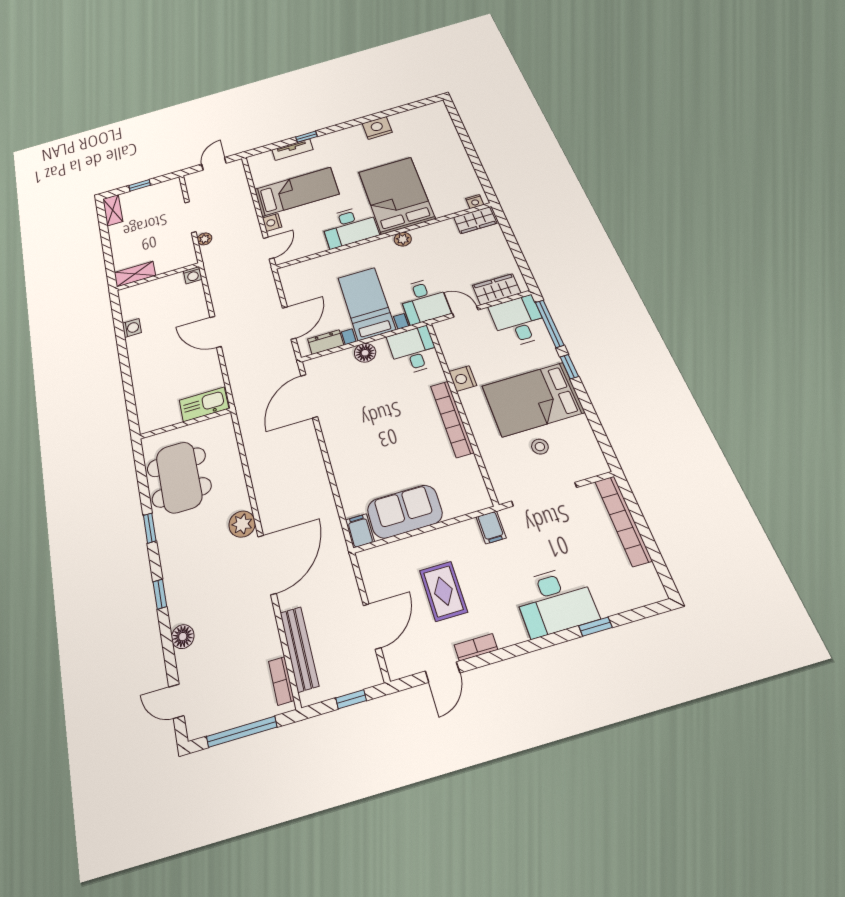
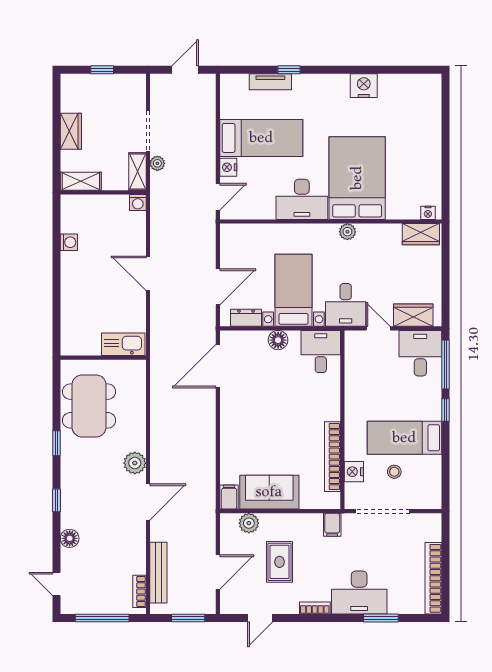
shelving: (113, 210) -> (137, 171), moved
wardrobe: (119, 238) -> (71, 131), added
nightstand: (463, 378) -> (354, 472), moved
bed: (533, 399) -> (404, 438), width x0.67
bookcase: (452, 419) -> (332, 457), moved
bookcase: (623, 520) -> (433, 578), moved
plant: (392, 555) -> (249, 523), added
door: (267, 565) -> (148, 502), width x0.73
window: (595, 627) -> (381, 618), width x1.50
bookcase: (476, 647) -> (315, 608), moved
window: (351, 699) -> (188, 618), width x1.50

